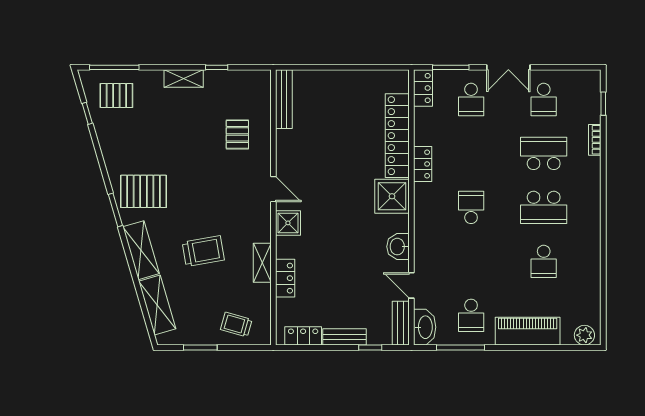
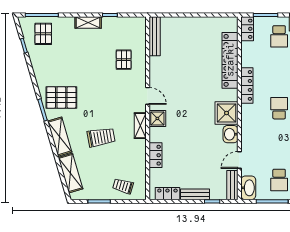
pallet: (116, 96) -> (43, 34), turned 90
locker: (423, 164) -> (247, 85), width x1.53
shower: (392, 196) -> (227, 113), moved
shelving: (262, 263) -> (140, 126), moved
door: (411, 285) -> (239, 160), hinge flipped

